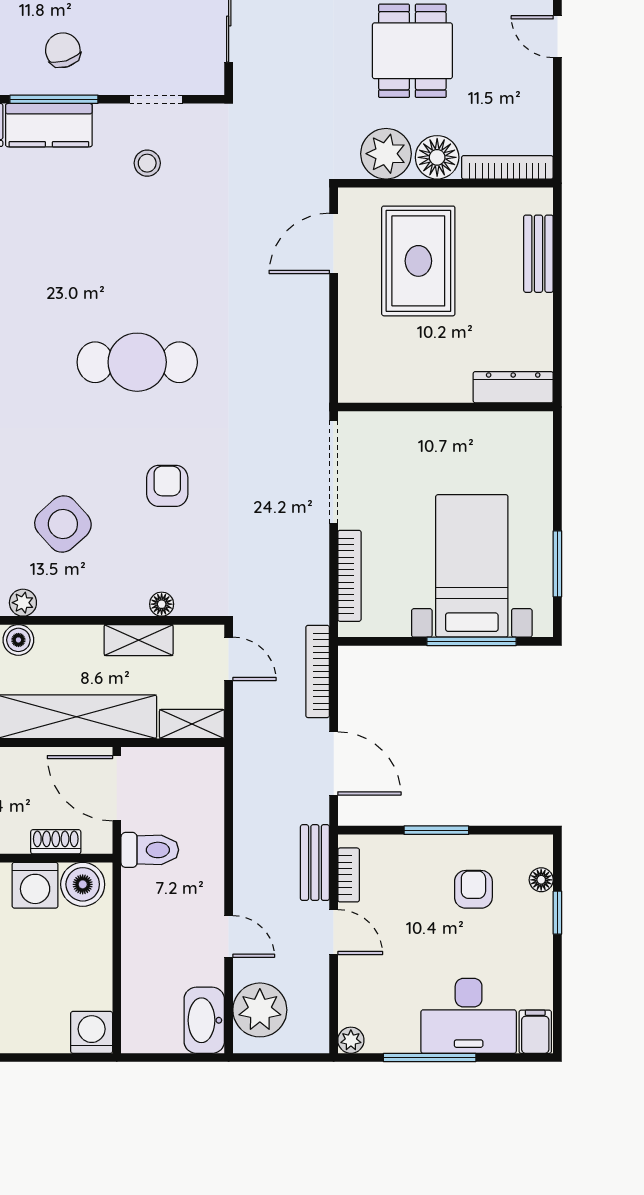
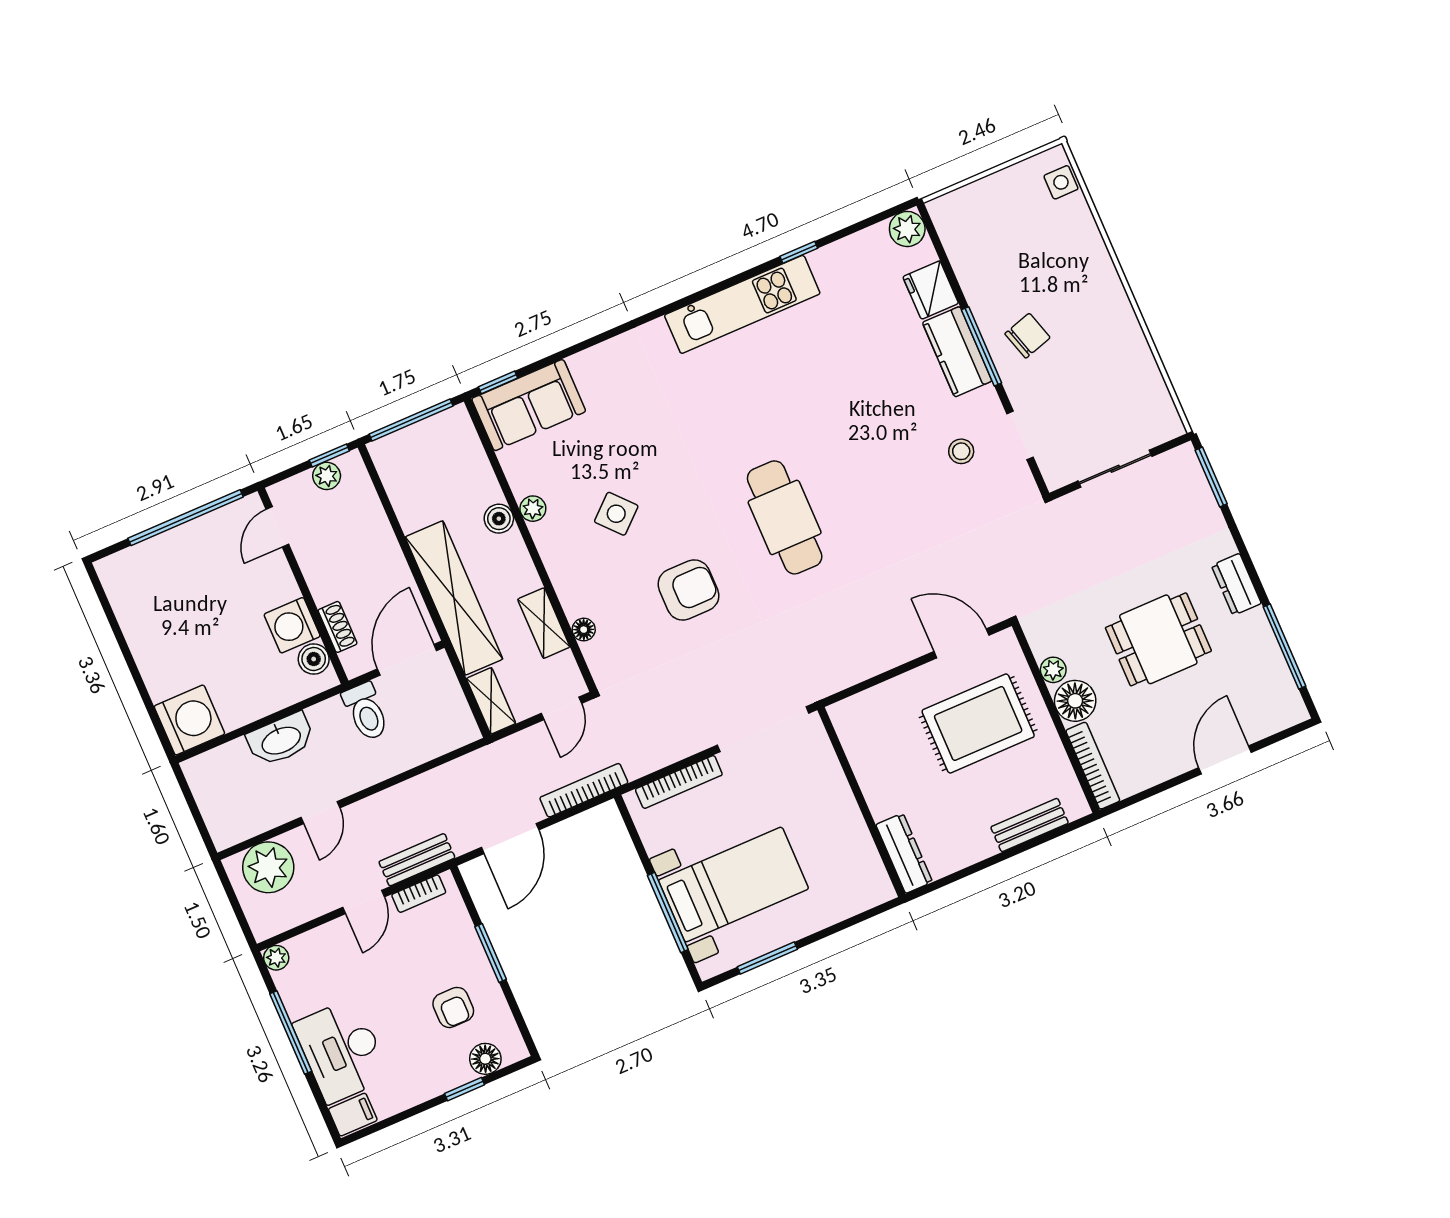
door: (557, 37) -> (1225, 760), width x1.38
plant: (386, 154) -> (1053, 670), width x0.53, depth x0.53
armchair: (167, 486) -> (688, 590), width x1.38, depth x1.38
side table: (63, 524) -> (616, 514), width x0.73, depth x0.73
floor lamp: (541, 880) -> (485, 1059), width x1.37, depth x1.37
boiler: (83, 884) -> (314, 659), width x0.73, depth x0.73
armchair: (473, 889) -> (453, 1007), turned 90
washbasin: (204, 1020) -> (281, 740), moved, turned 180
washing machine: (92, 1032) -> (189, 720), width x1.37, depth x1.37

